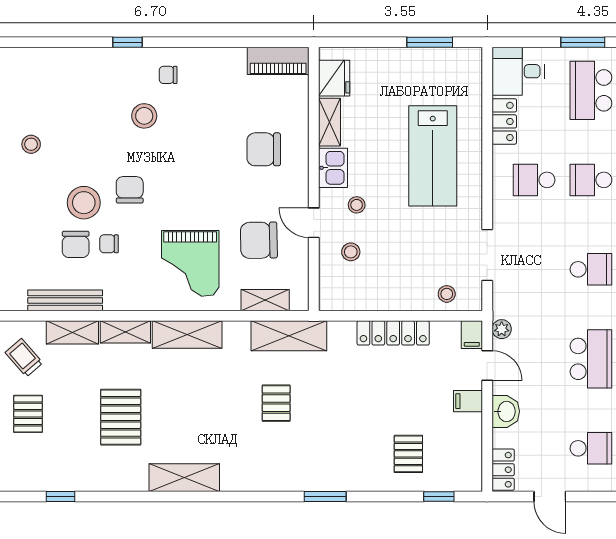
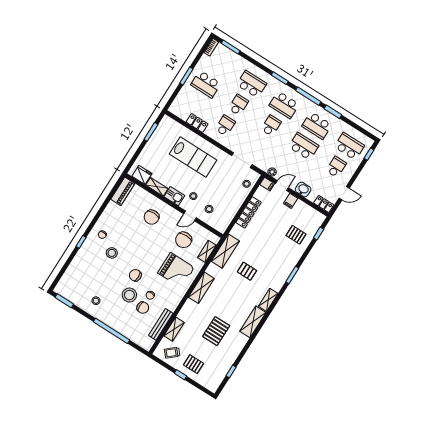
desk: (518, 71) -> (182, 106), removed
school desk: (534, 180) -> (225, 126), turned 180
school desk: (591, 180) -> (238, 105), turned 180
shelving: (125, 332) -> (268, 300), moved
pallet: (121, 417) -> (216, 331), turned 90

